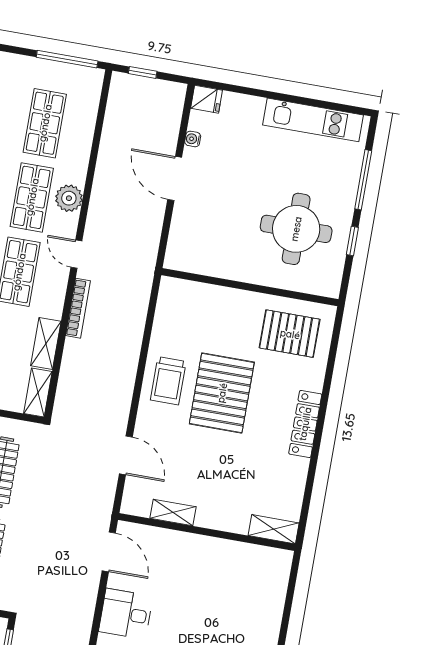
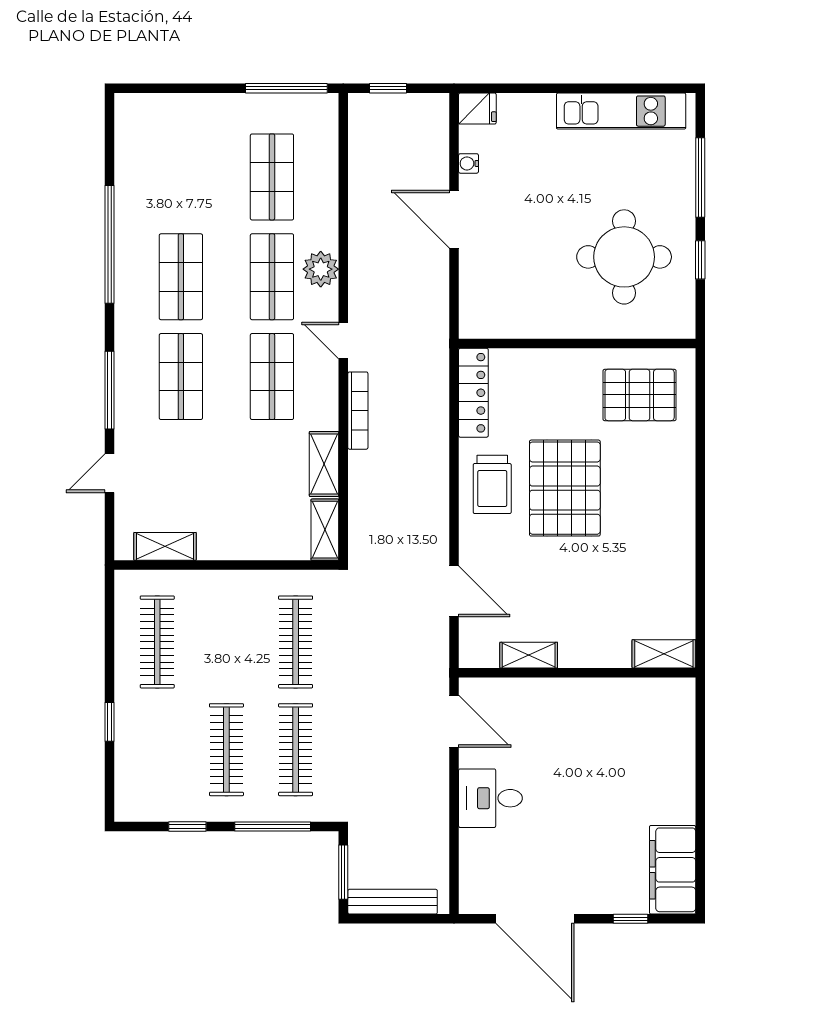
locker: (305, 424) -> (473, 393), moved, turned 180

